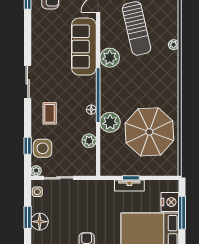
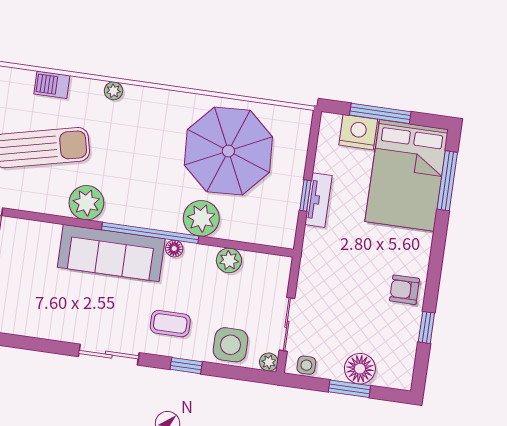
barbecue: (172, 29) -> (52, 85), added
plant: (174, 45) -> (113, 91), moved
sofa: (84, 47) -> (111, 253), moved
window: (28, 146) -> (186, 366), moved

